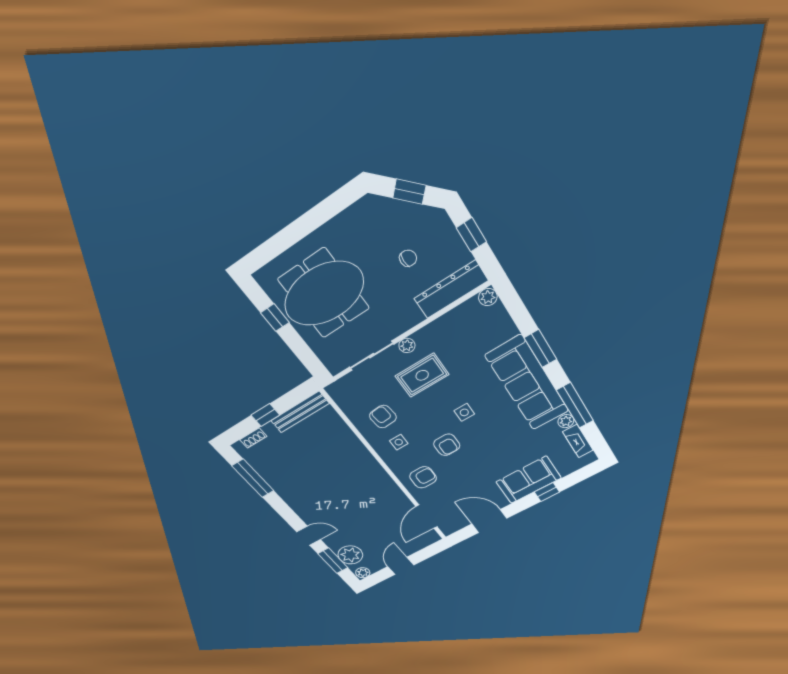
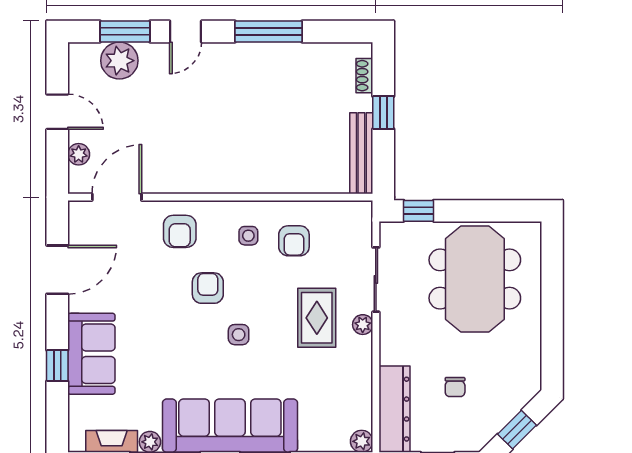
window: (275, 318) -> (419, 211), moved
armchair: (383, 417) -> (294, 241), turned 95
armchair: (447, 445) -> (208, 288), turned 90
window: (253, 478) -> (269, 31), moved
door: (427, 517) -> (117, 197), hinge flipped
plant: (363, 573) -> (79, 154), moved

